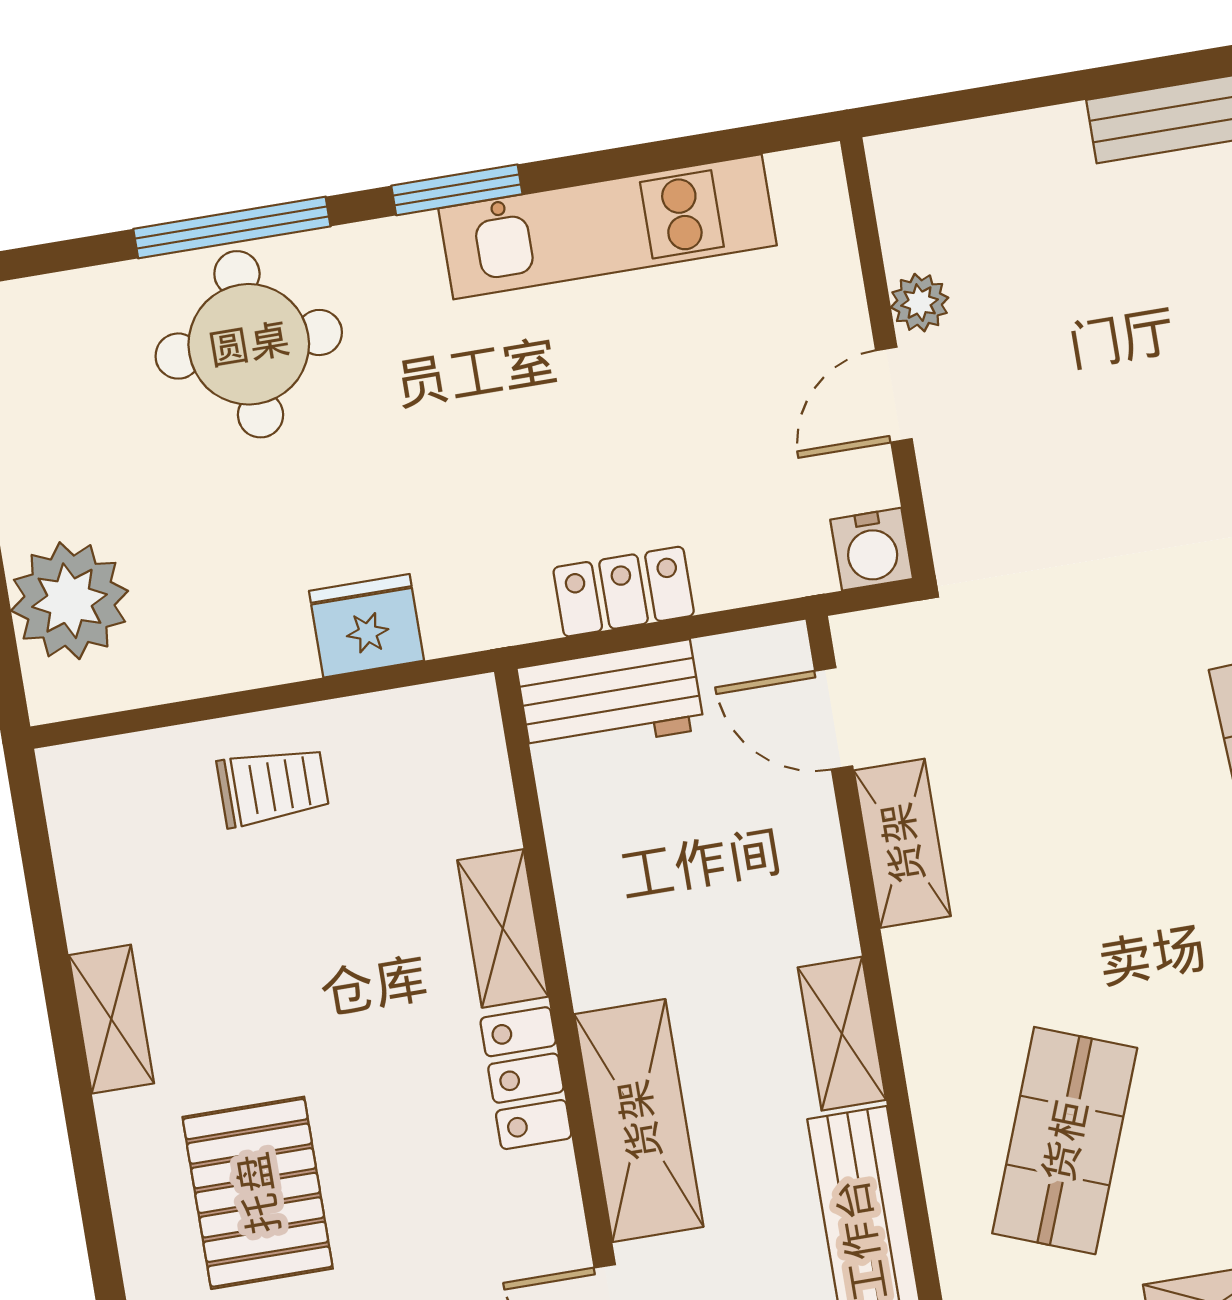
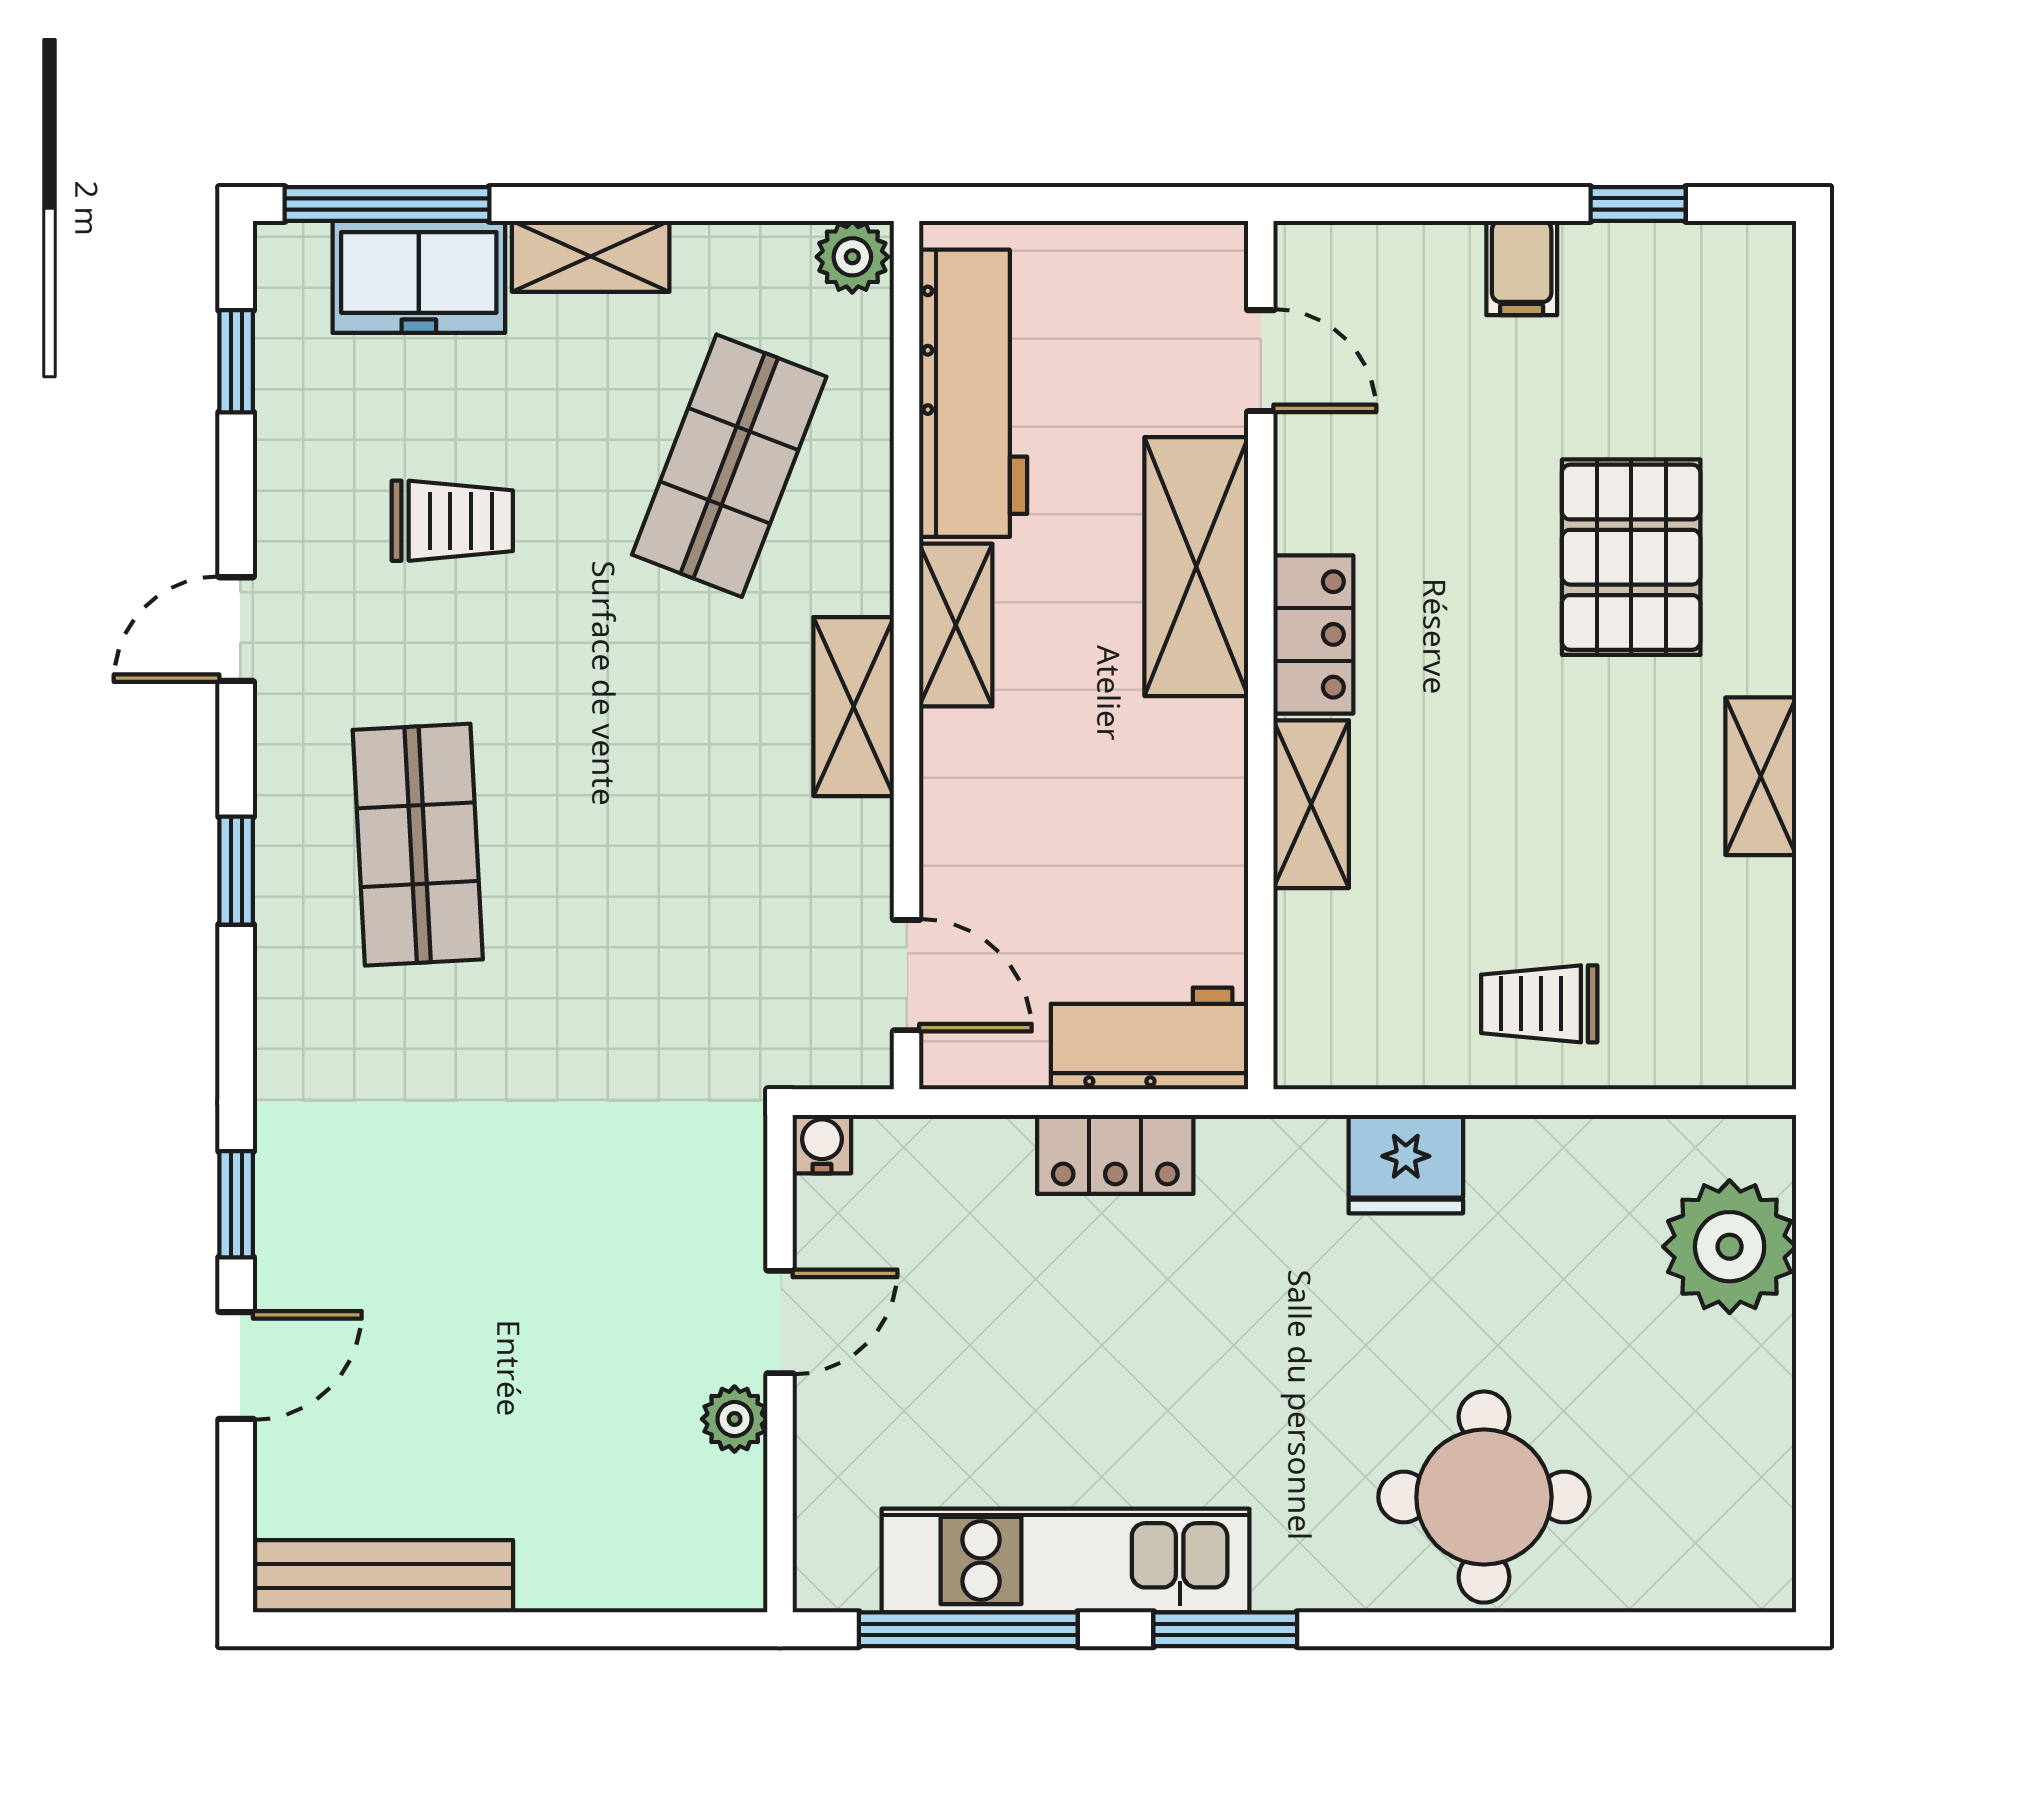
window: (232, 228) -> (968, 1629), moved
water cooler: (872, 549) -> (822, 1144), width x0.72, depth x0.72
shelving: (902, 843) -> (854, 707), moved

